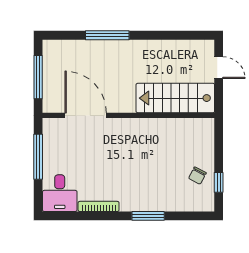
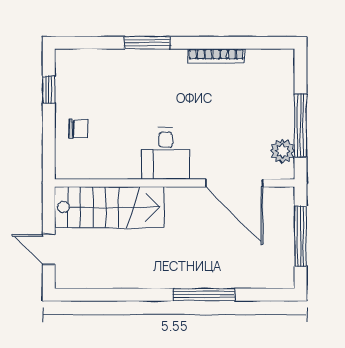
plant: (51, 138) -> (282, 151), added
chair: (197, 176) -> (78, 129), moved, turned 62
desk: (60, 193) -> (166, 154), moved, turned 180

